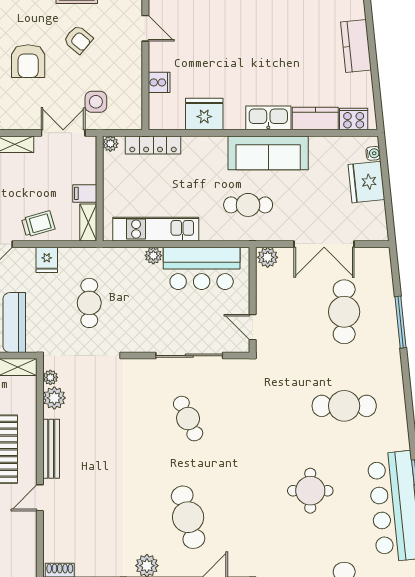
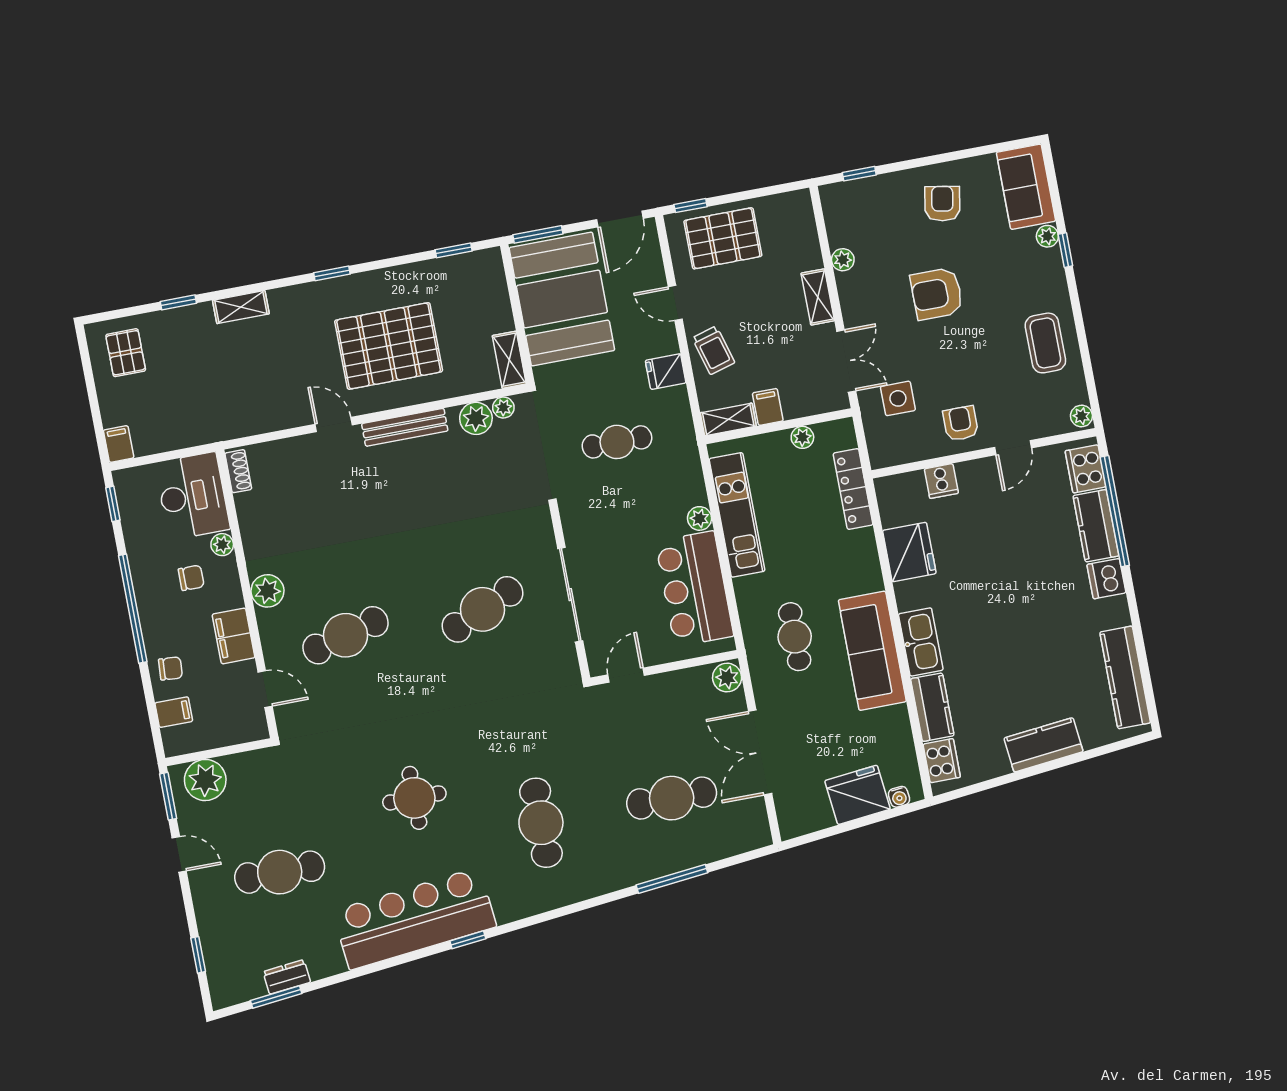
armchair: (78, 40) -> (961, 423), moved, turned 140
plant: (110, 144) -> (802, 437), moved
cafe table: (188, 419) -> (482, 609), width x1.37, depth x1.35

